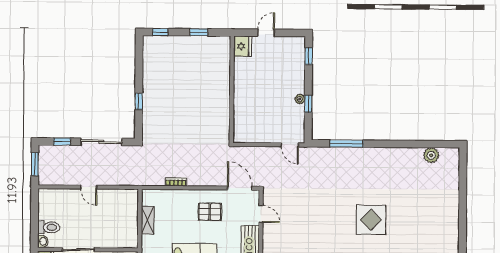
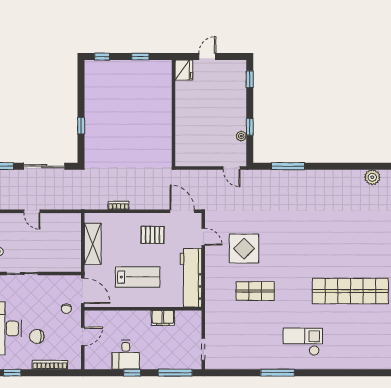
plant: (300, 99) -> (241, 136), moved
shelving: (148, 220) -> (93, 244), width x1.50, depth x1.33
display table: (371, 220) -> (244, 249), moved

